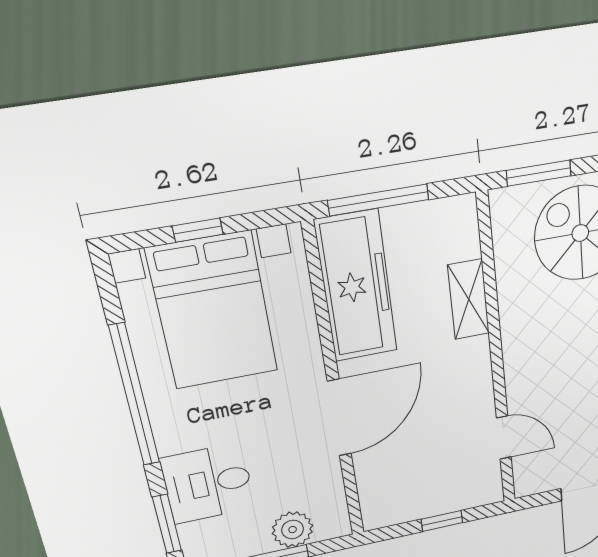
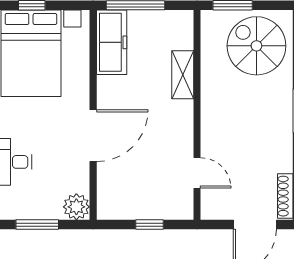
freezer: (356, 287) -> (112, 42), width x0.73, depth x0.79
plant: (293, 530) -> (76, 207), moved

